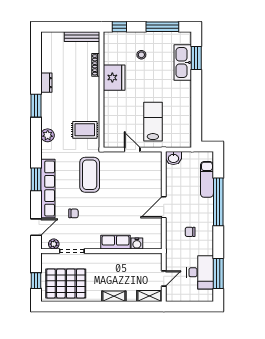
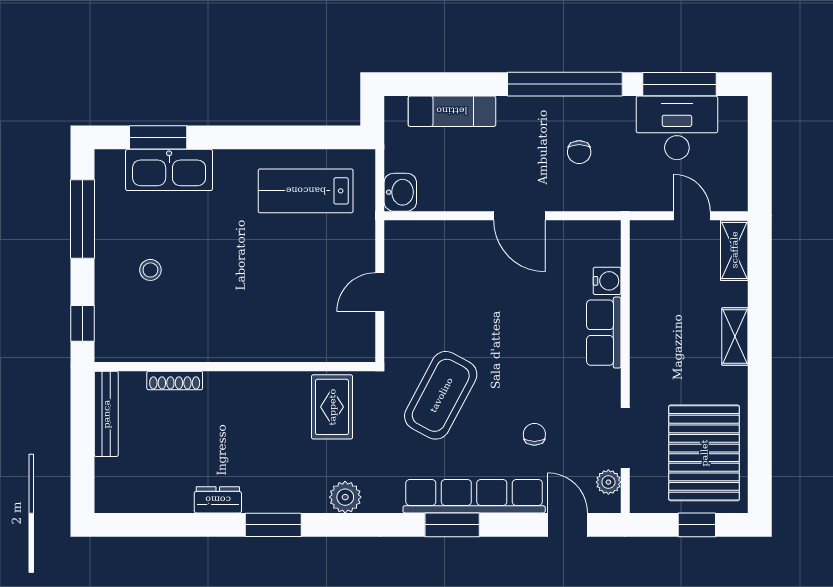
fridge: (114, 78) -> (206, 336), removed
lab bench: (153, 122) -> (306, 191), moved
coffee table: (90, 175) -> (441, 395), turned -62
window: (218, 202) -> (565, 84), moved

